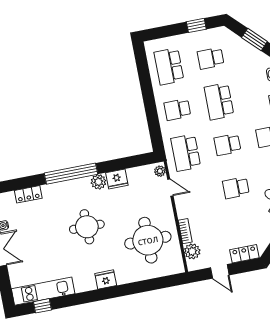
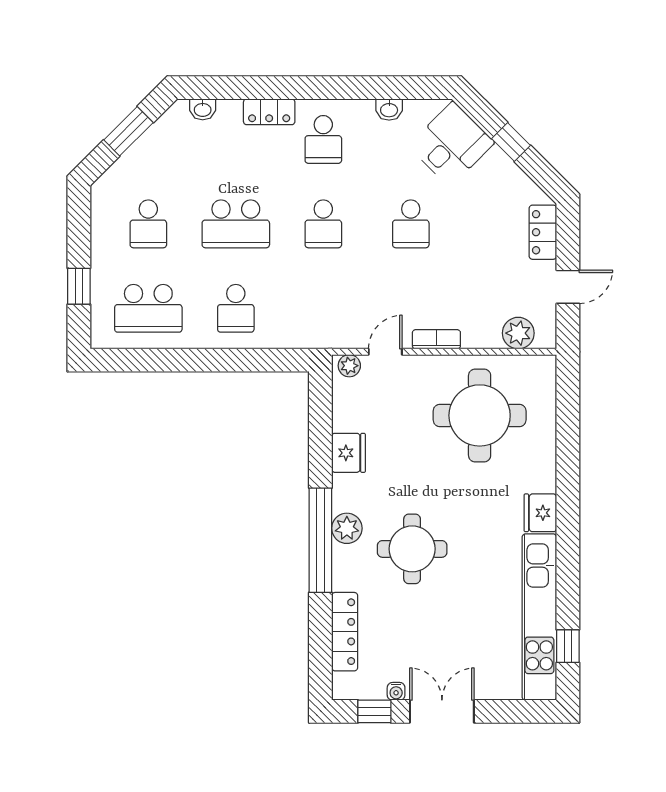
window: (196, 25) -> (79, 286), moved
school desk: (186, 153) -> (323, 308), removed
plant: (98, 182) -> (347, 528), moved
locker: (28, 194) -> (345, 632), width x1.53
round table: (87, 227) -> (412, 549), moved
bookcase: (185, 231) -> (436, 339), moved
kitchen unit: (43, 291) -> (539, 617), width x1.36

